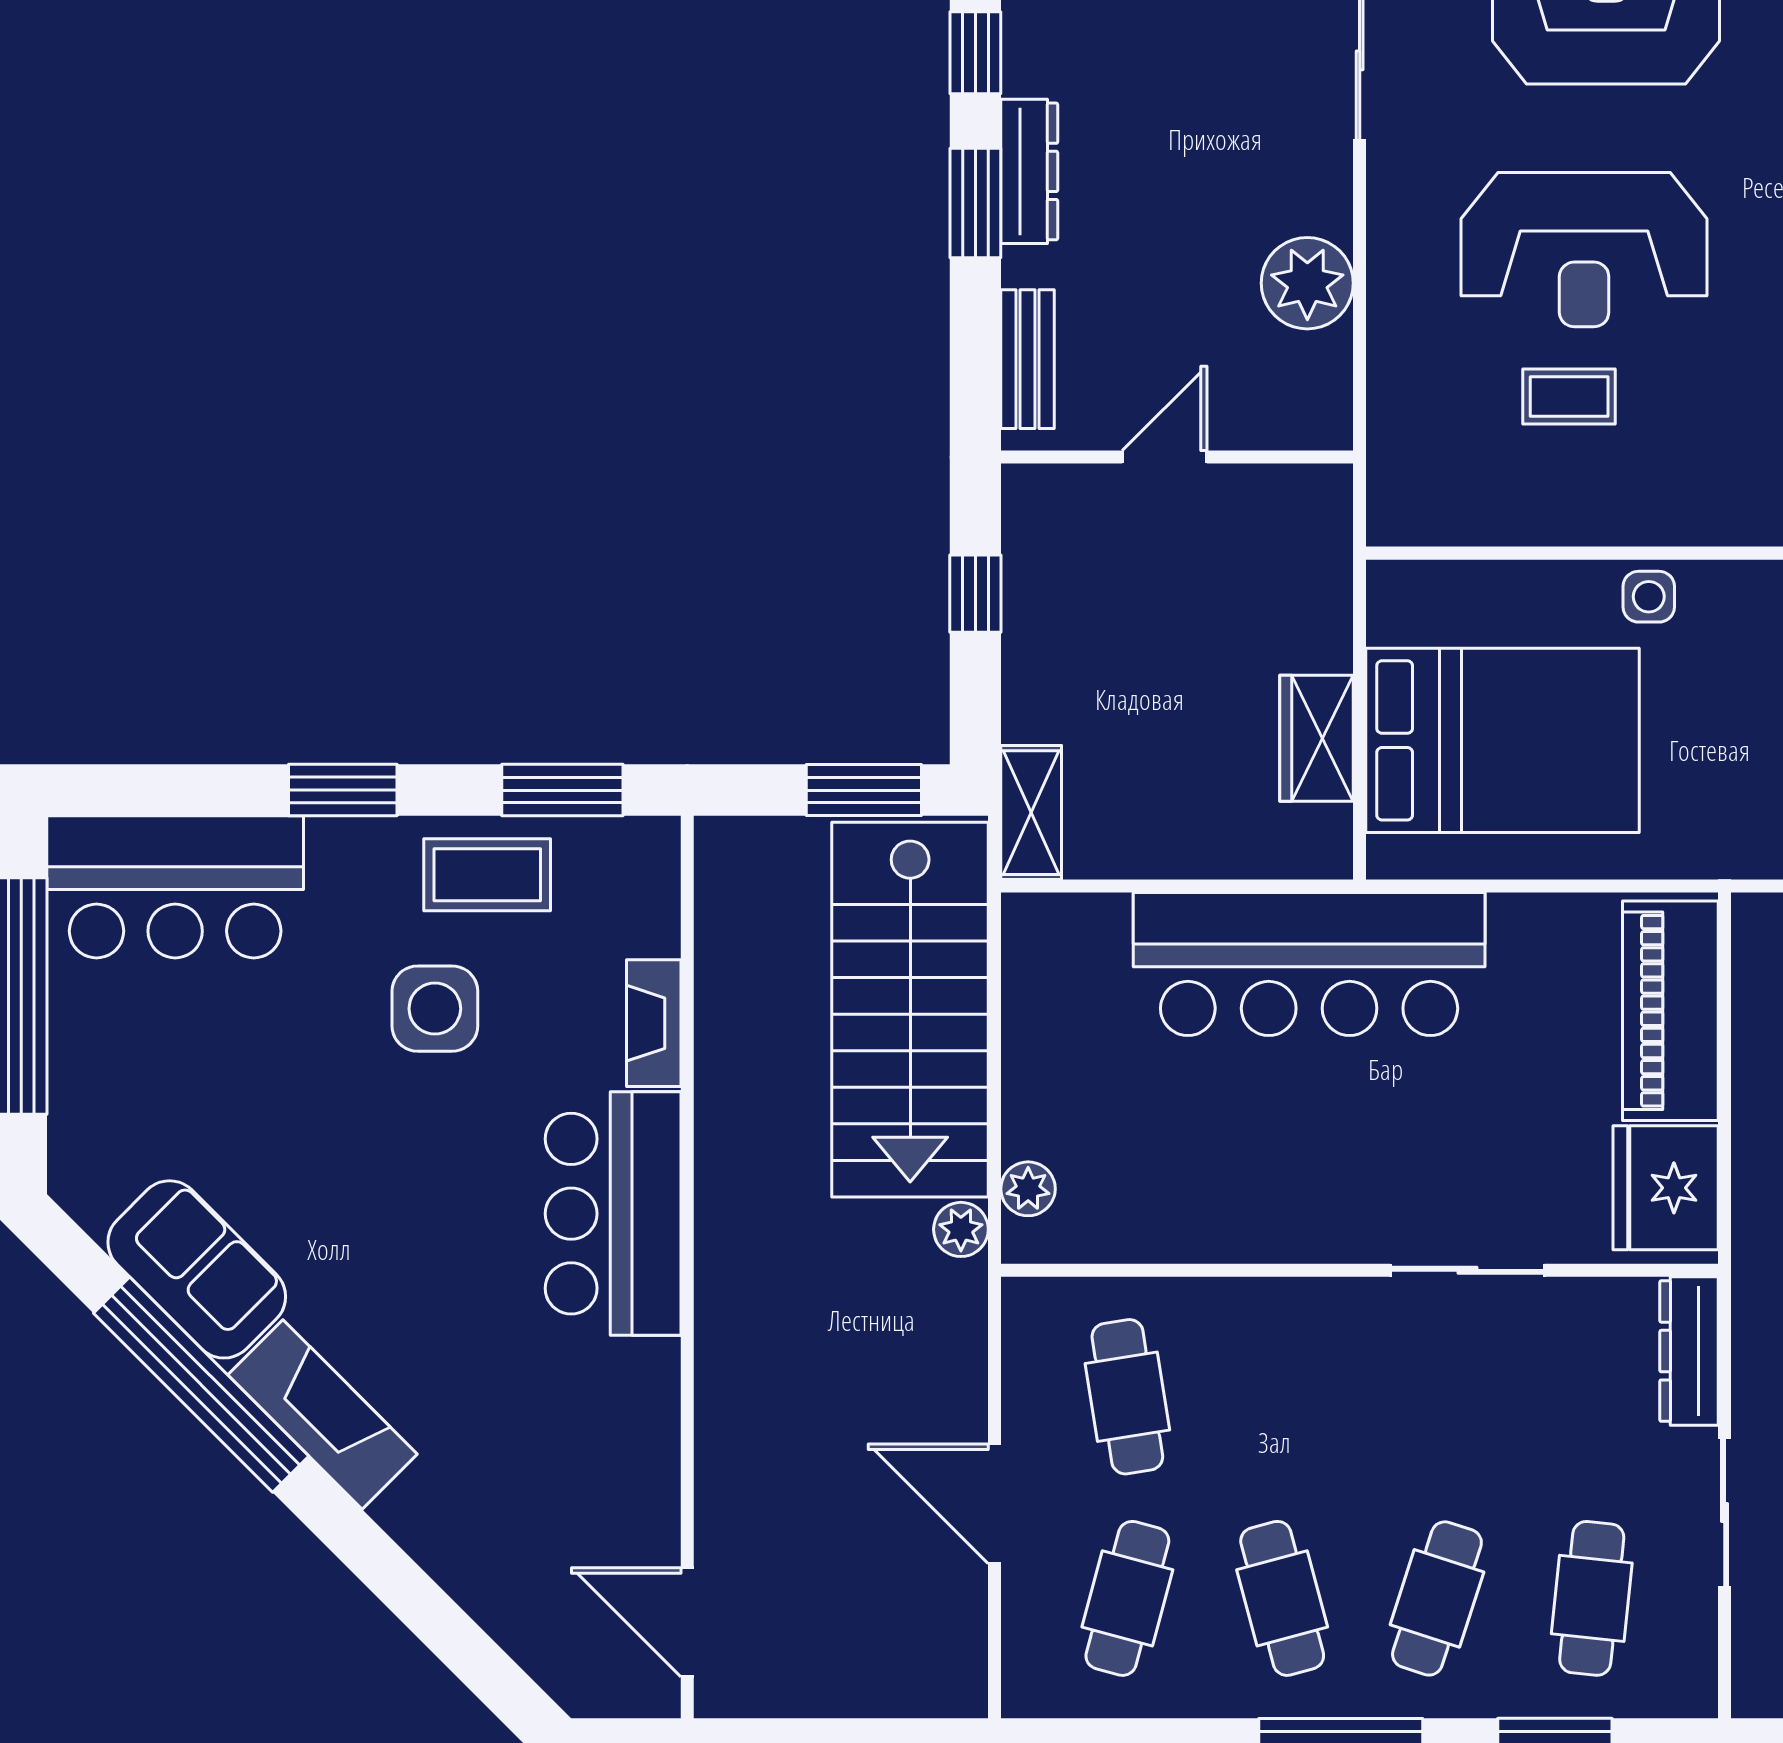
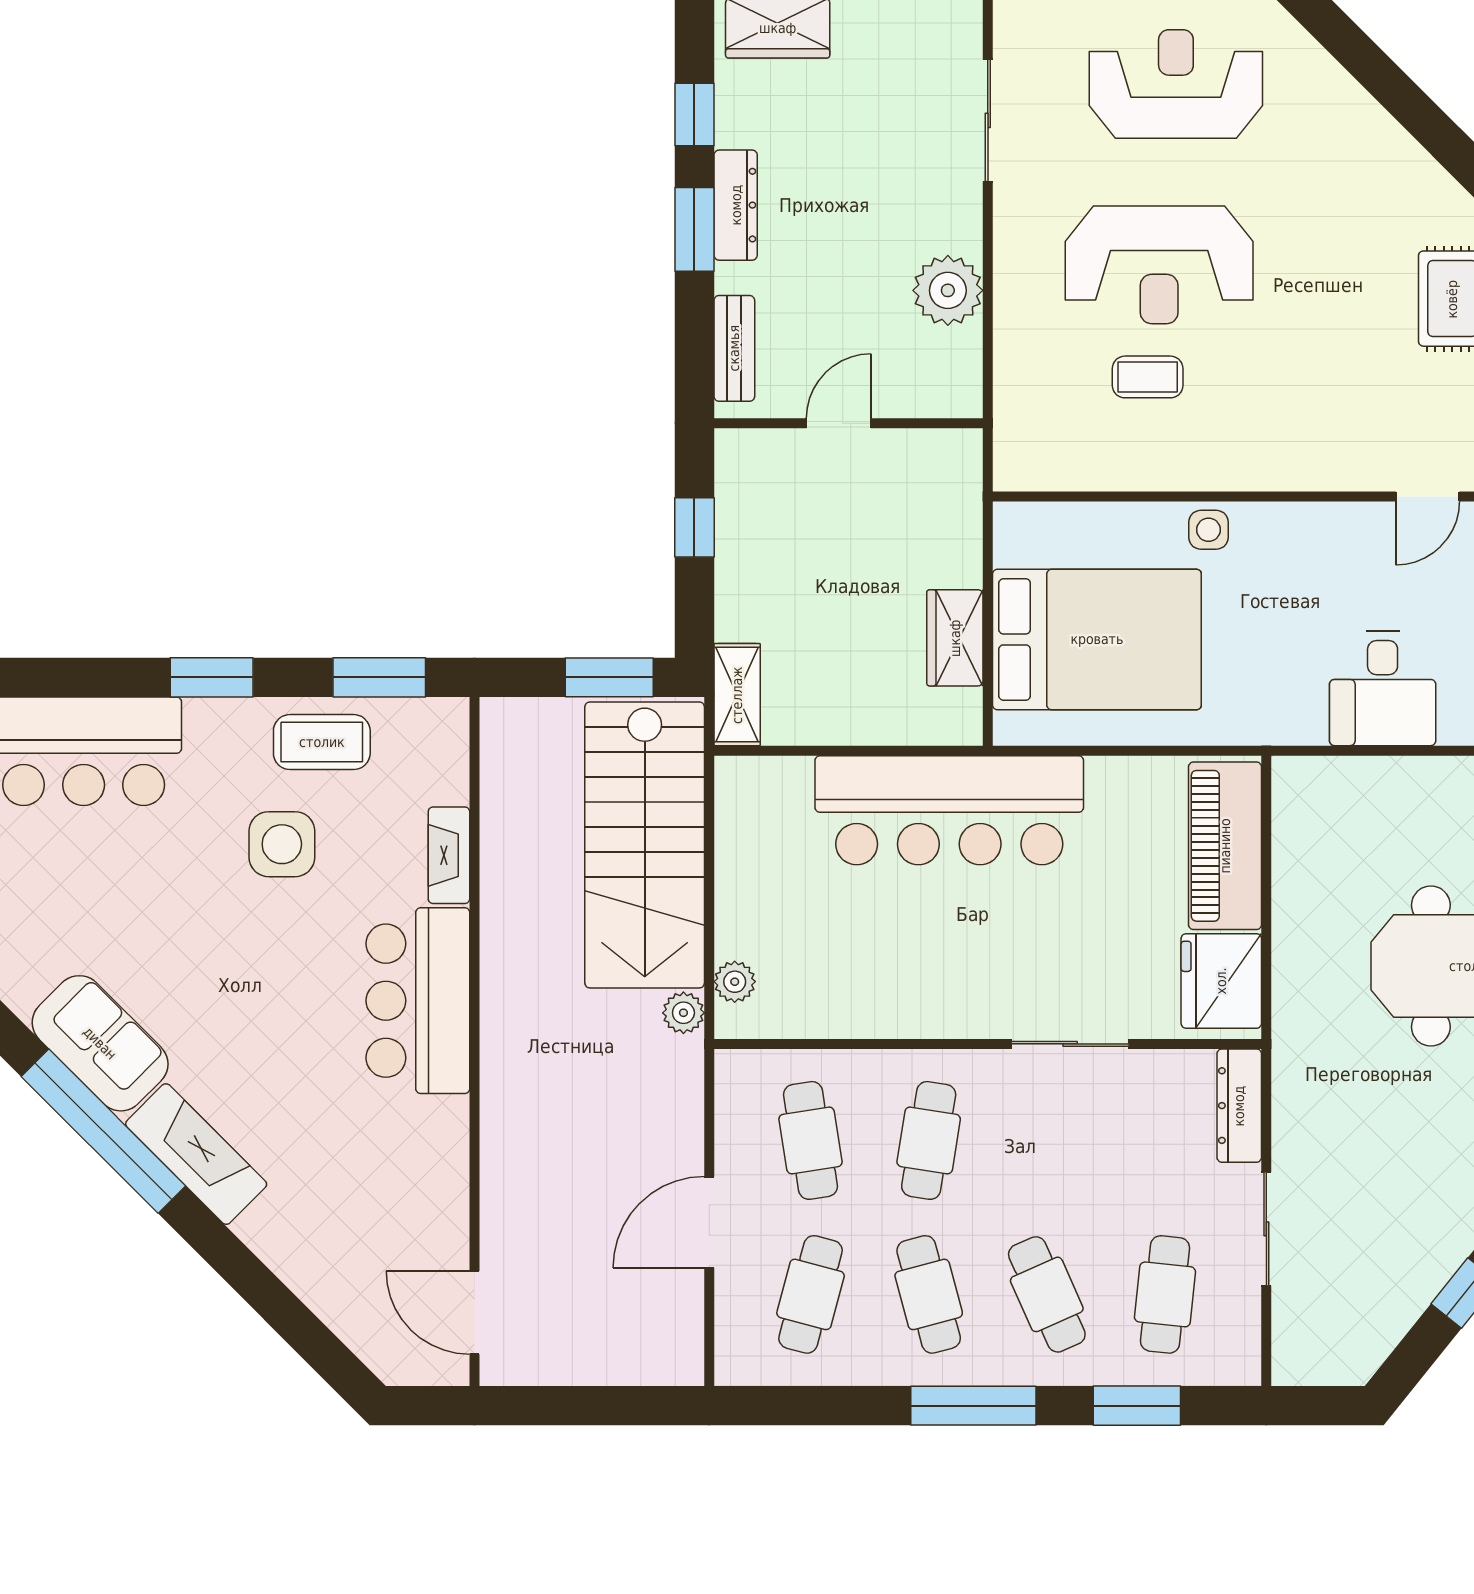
cafe table: (1282, 1397) -> (929, 1140), added
door: (995, 1504) -> (709, 1222), hinge flipped
cafe table: (1437, 1598) -> (1047, 1294), turned -42

